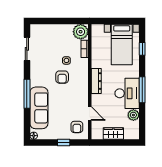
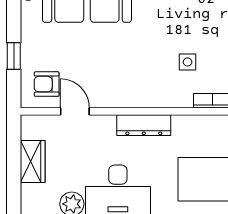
armchair: (62, 77) -> (152, 53), removed
door: (90, 114) -> (75, 111), swing flipped

